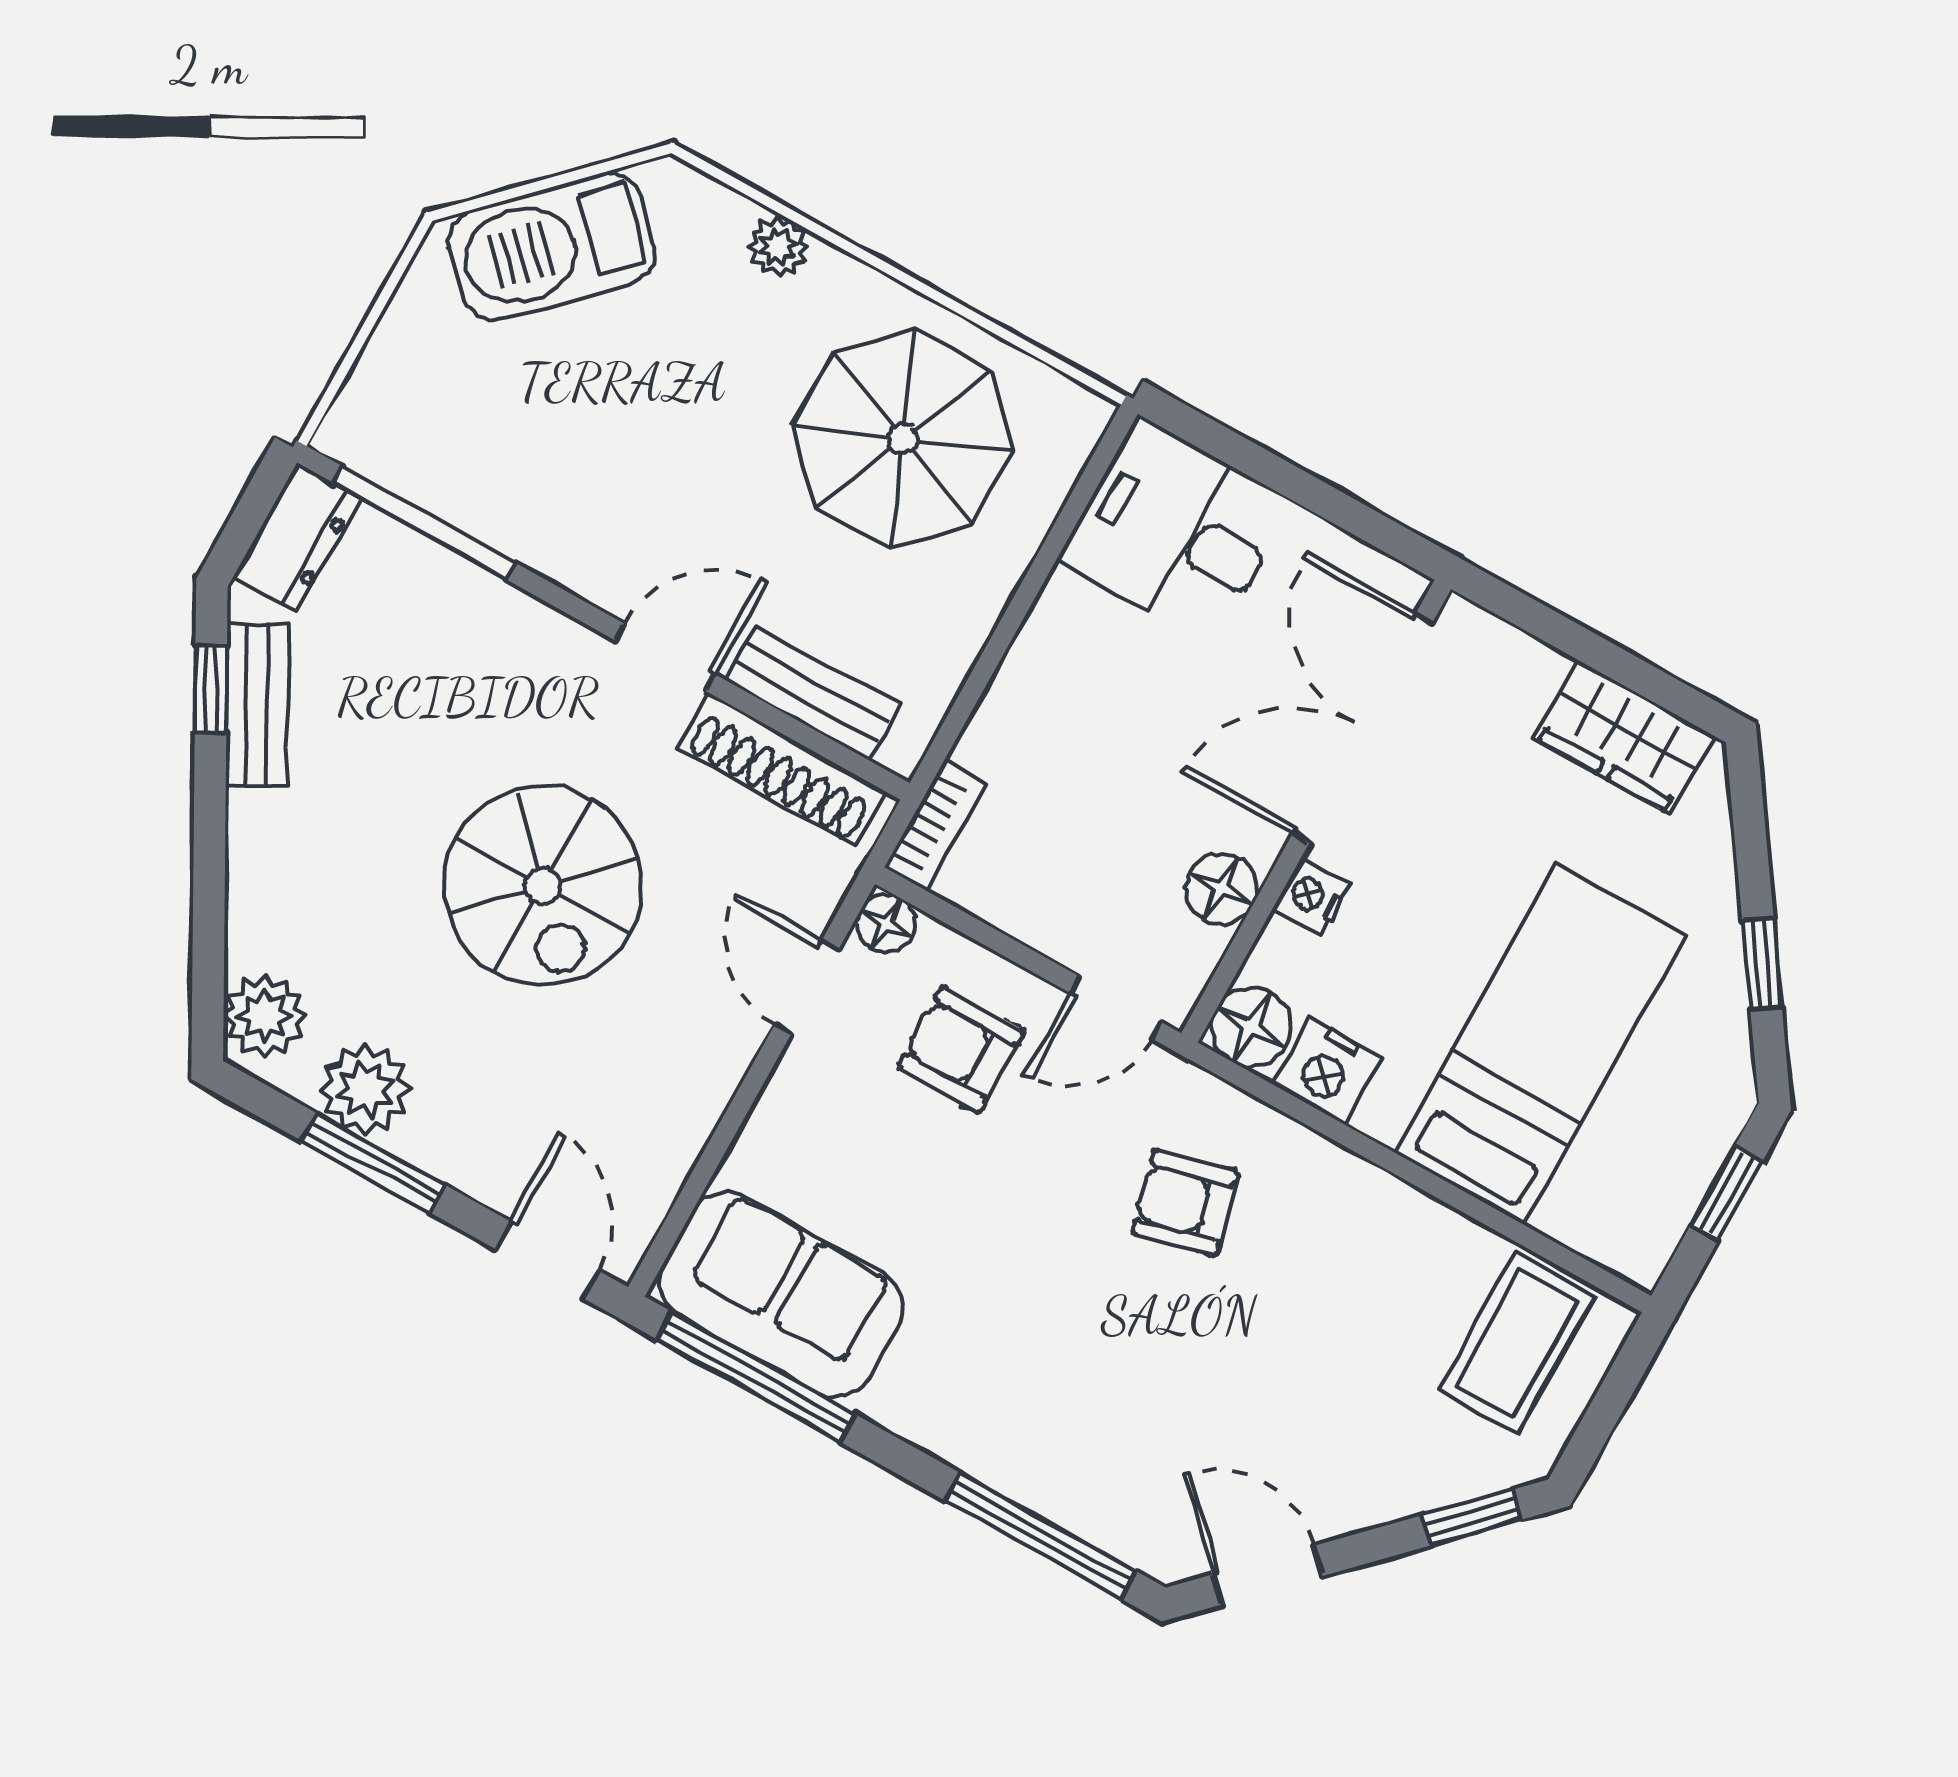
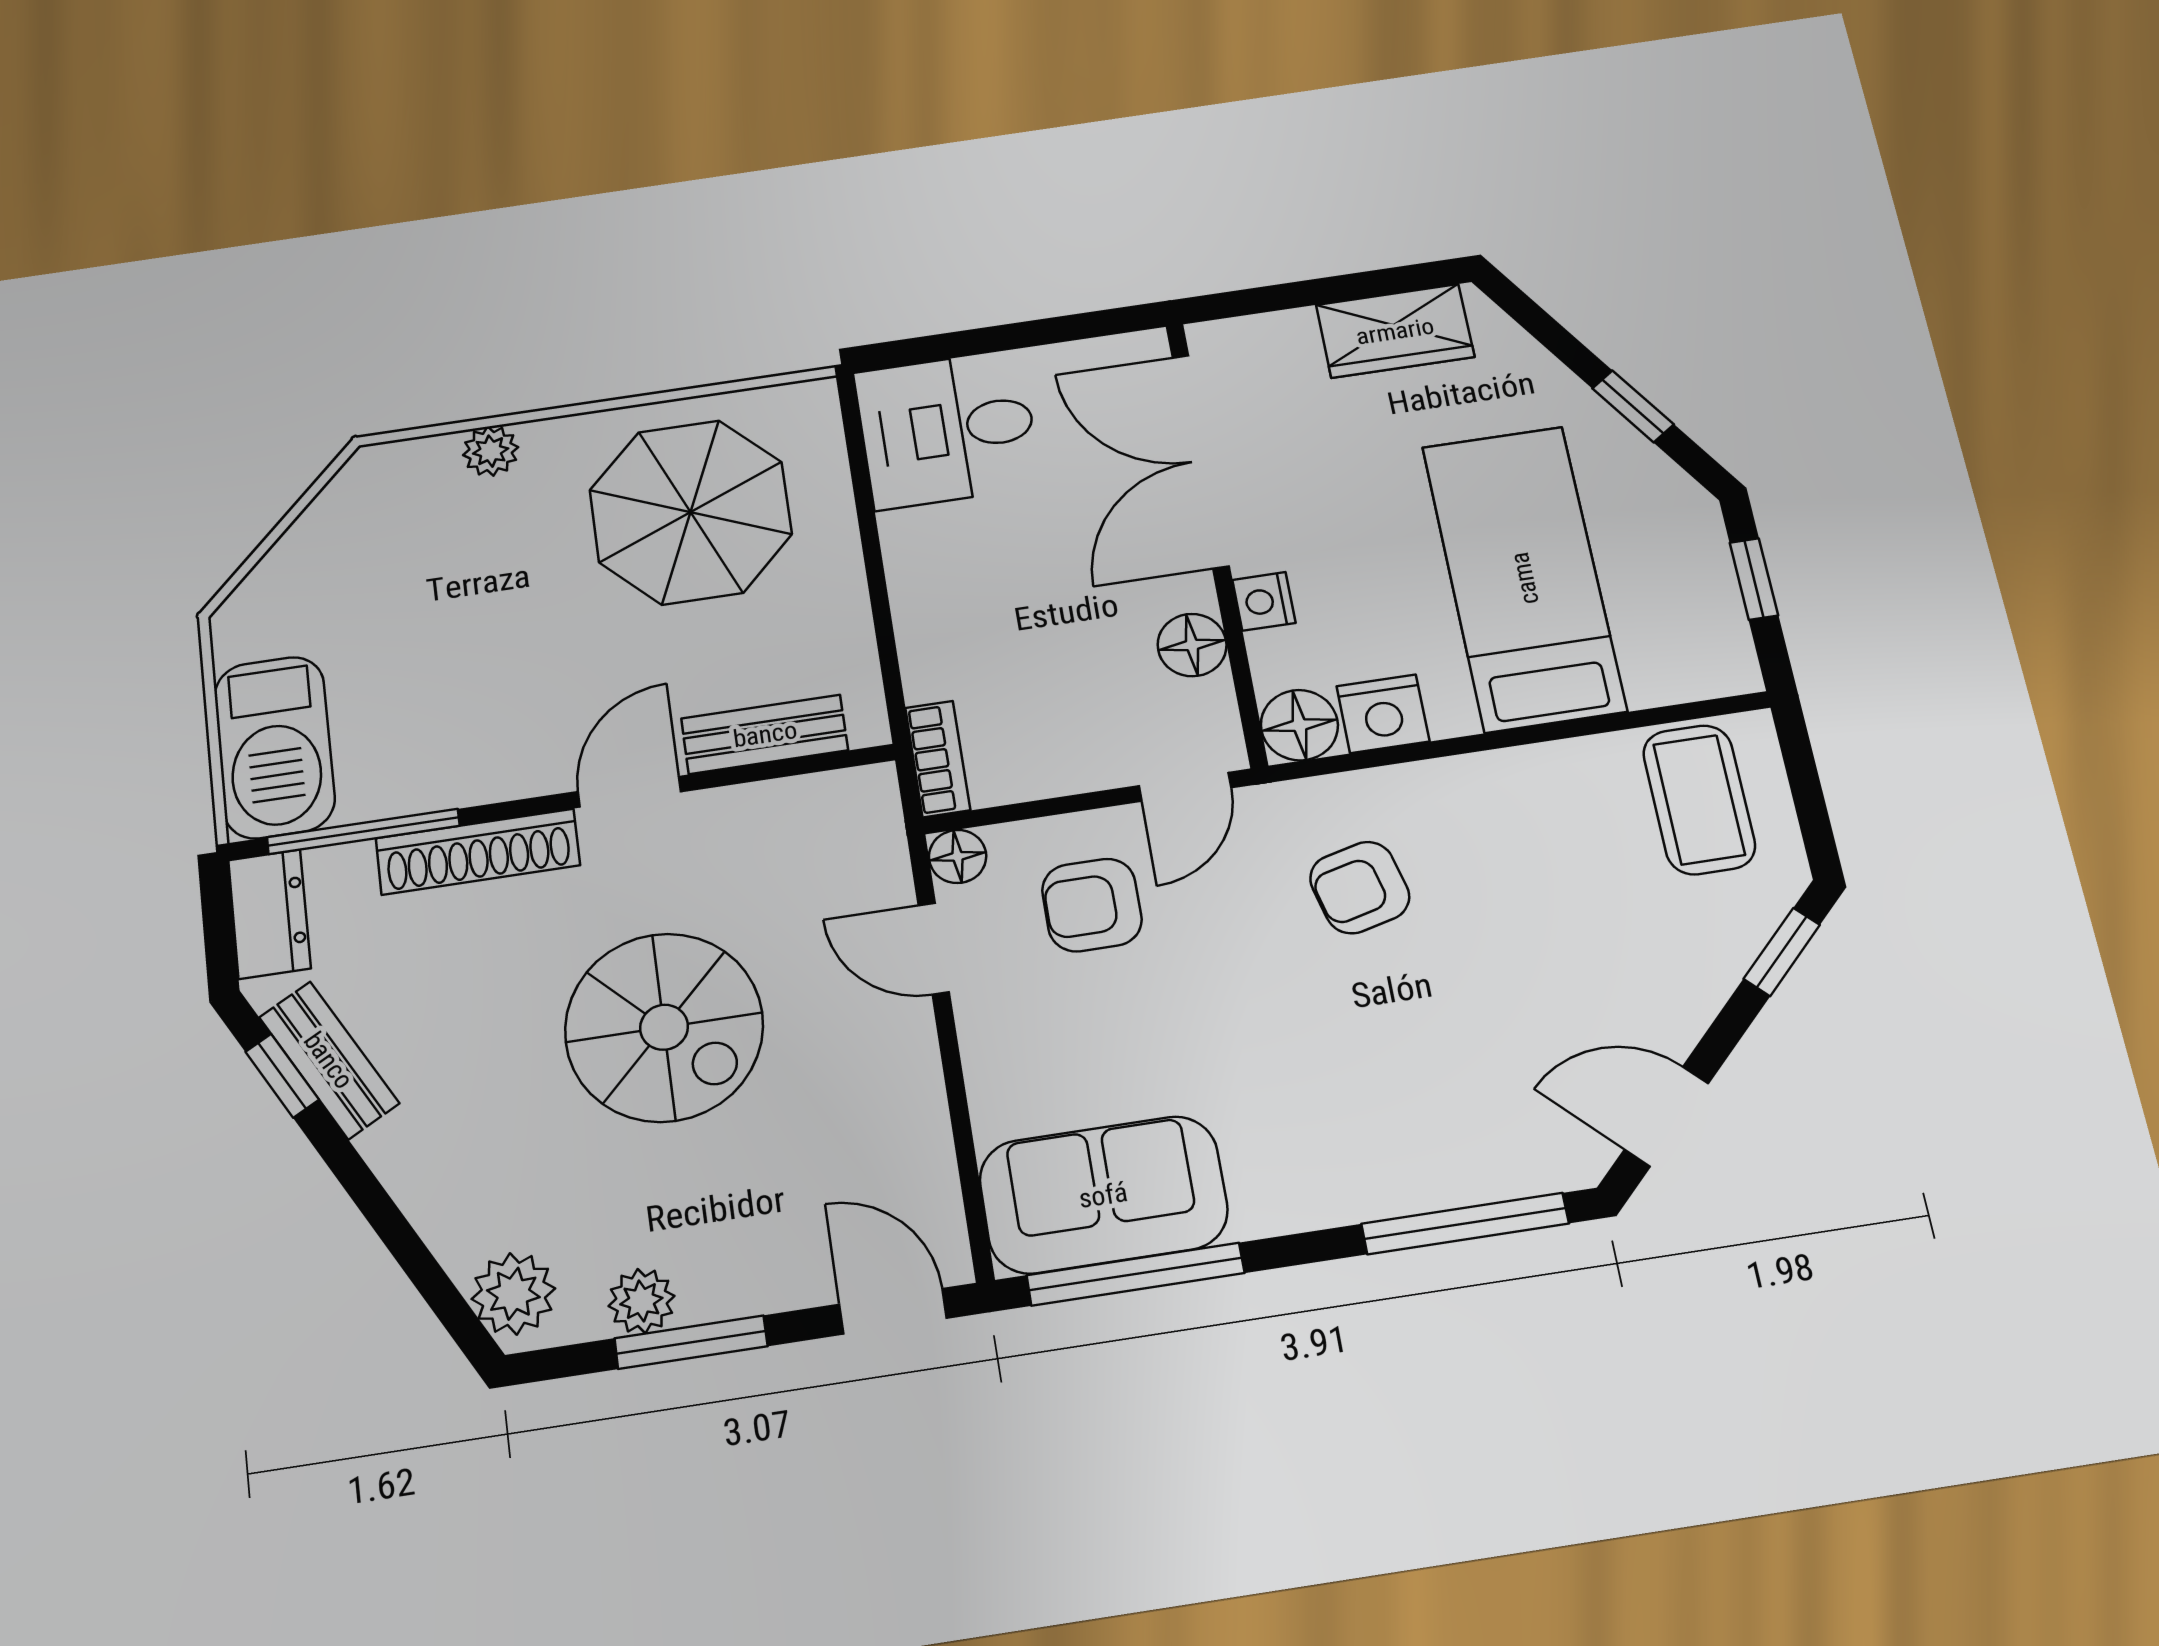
barbecue: (551, 246) -> (274, 747), moved, turned -45
shoe rack: (782, 770) -> (478, 852), moved
plant: (365, 1089) -> (641, 1301), width x0.73, depth x0.73

